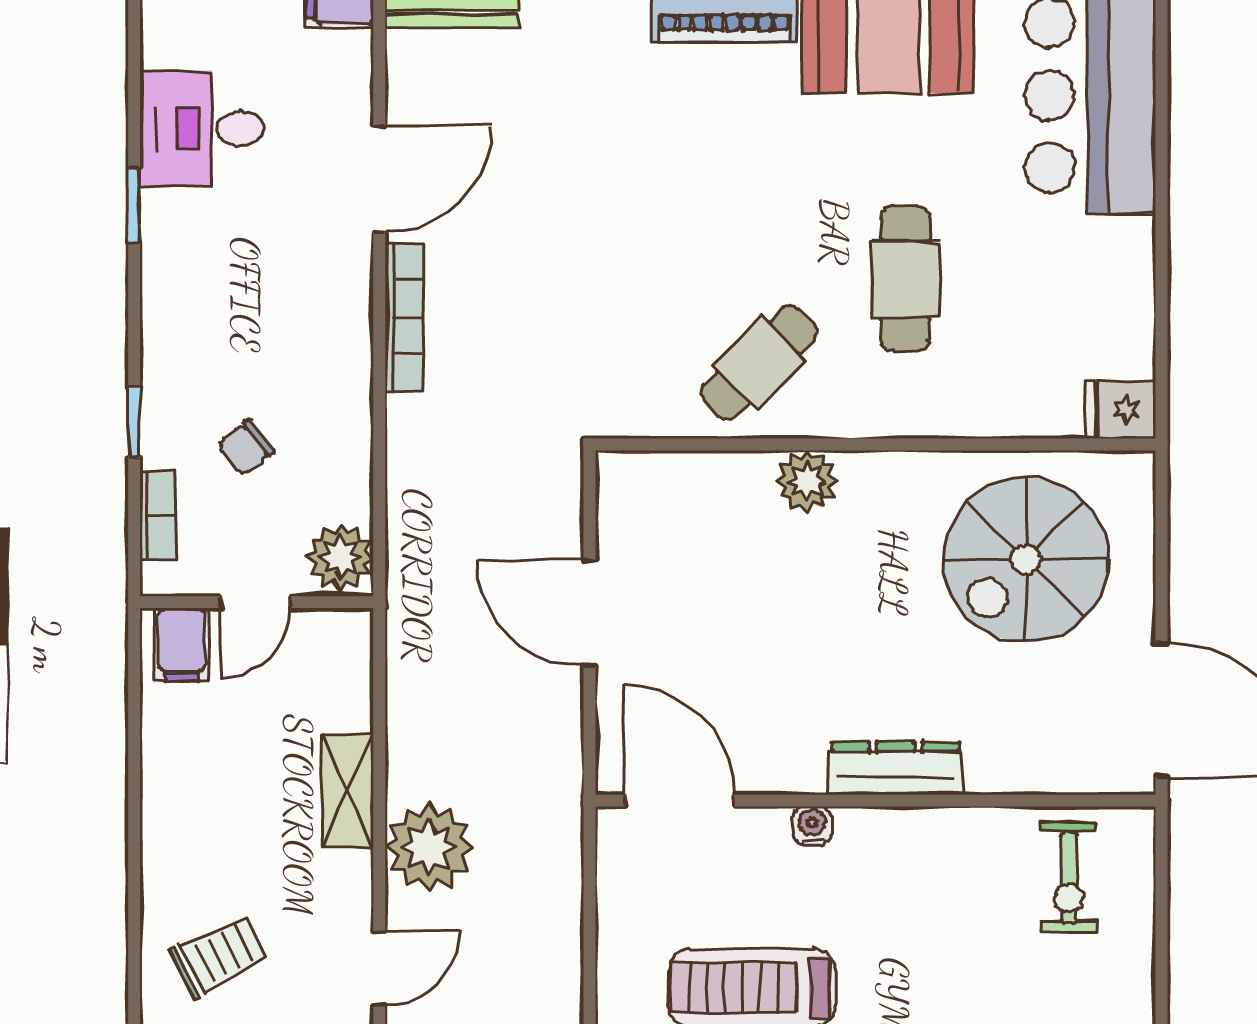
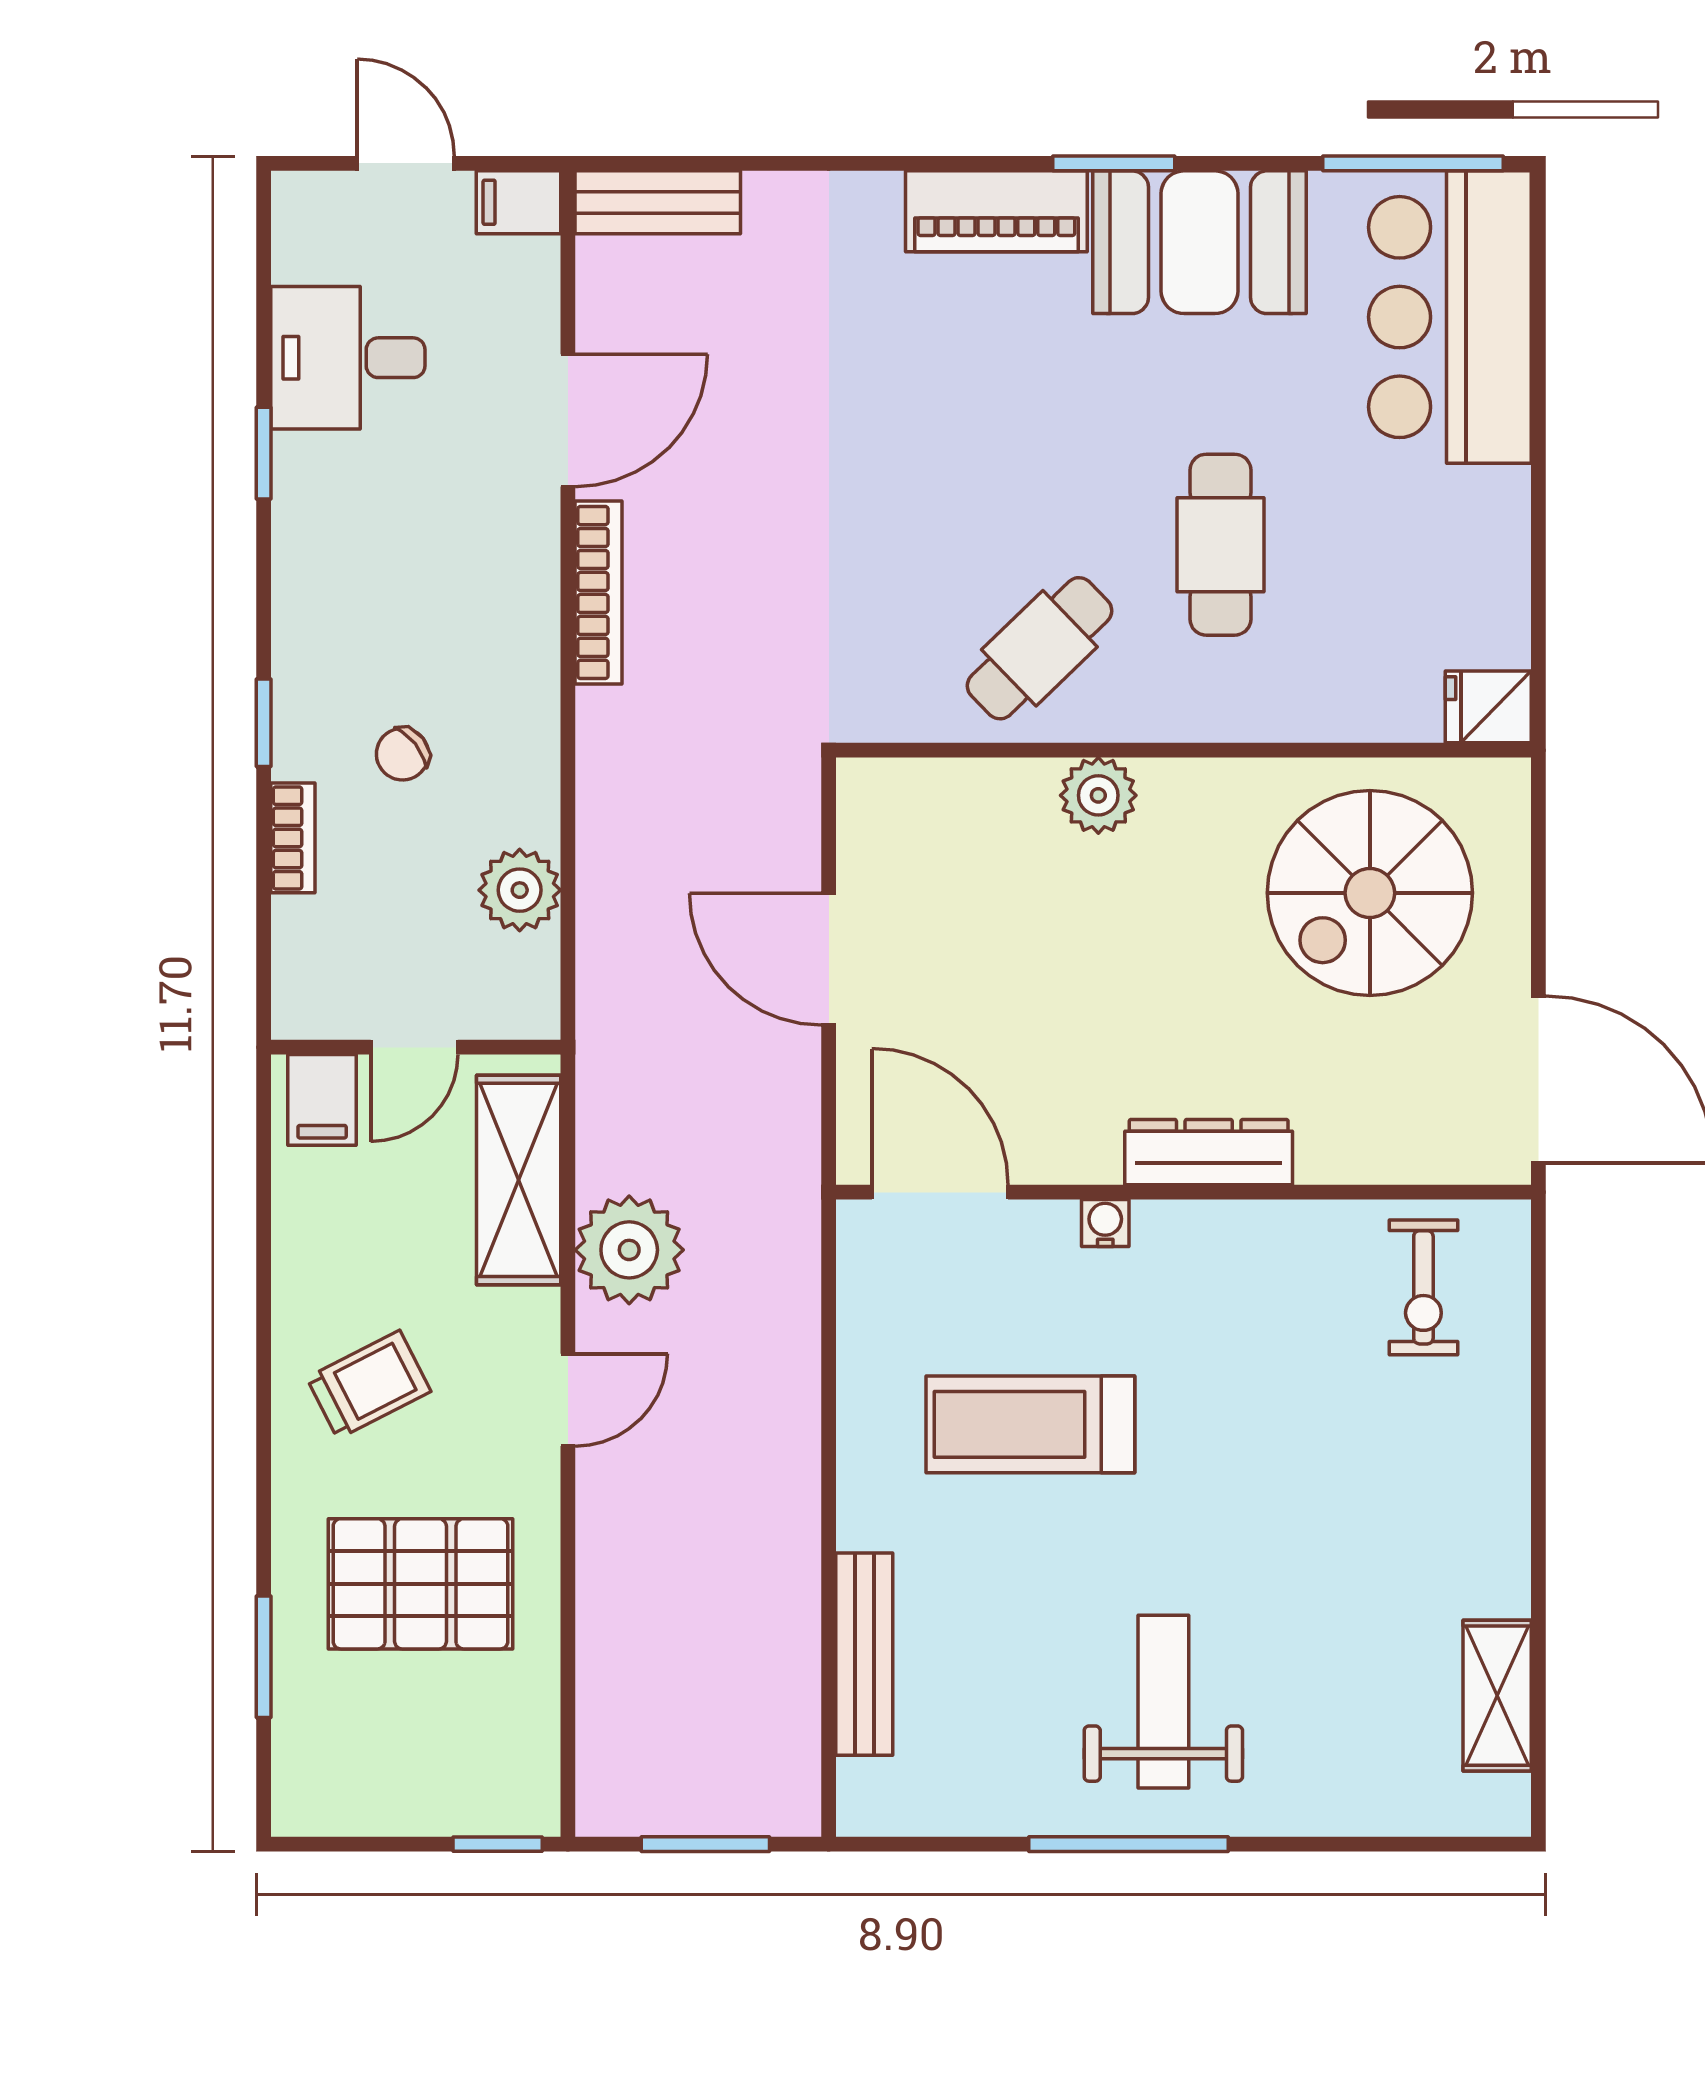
door: (256, 602) -> (414, 1047), moved
wall: (257, 602) -> (416, 1047), moved
filing cabinet: (181, 645) -> (322, 1100), moved
shelving: (348, 791) -> (519, 1180), width x1.50, depth x1.33

